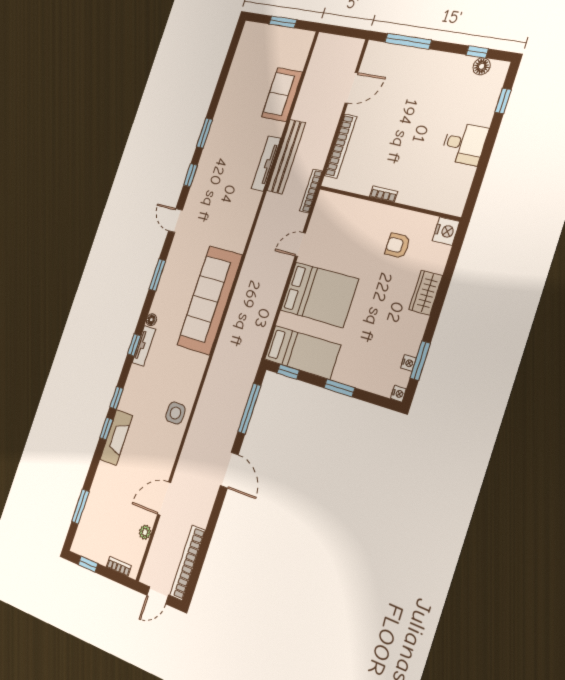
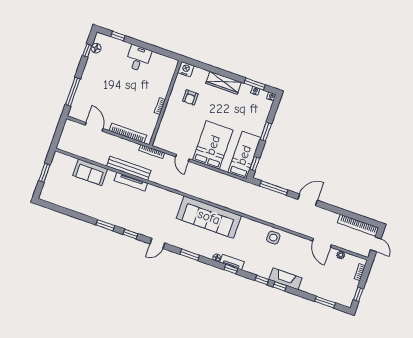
wardrobe: (426, 293) -> (224, 83), width x1.50

